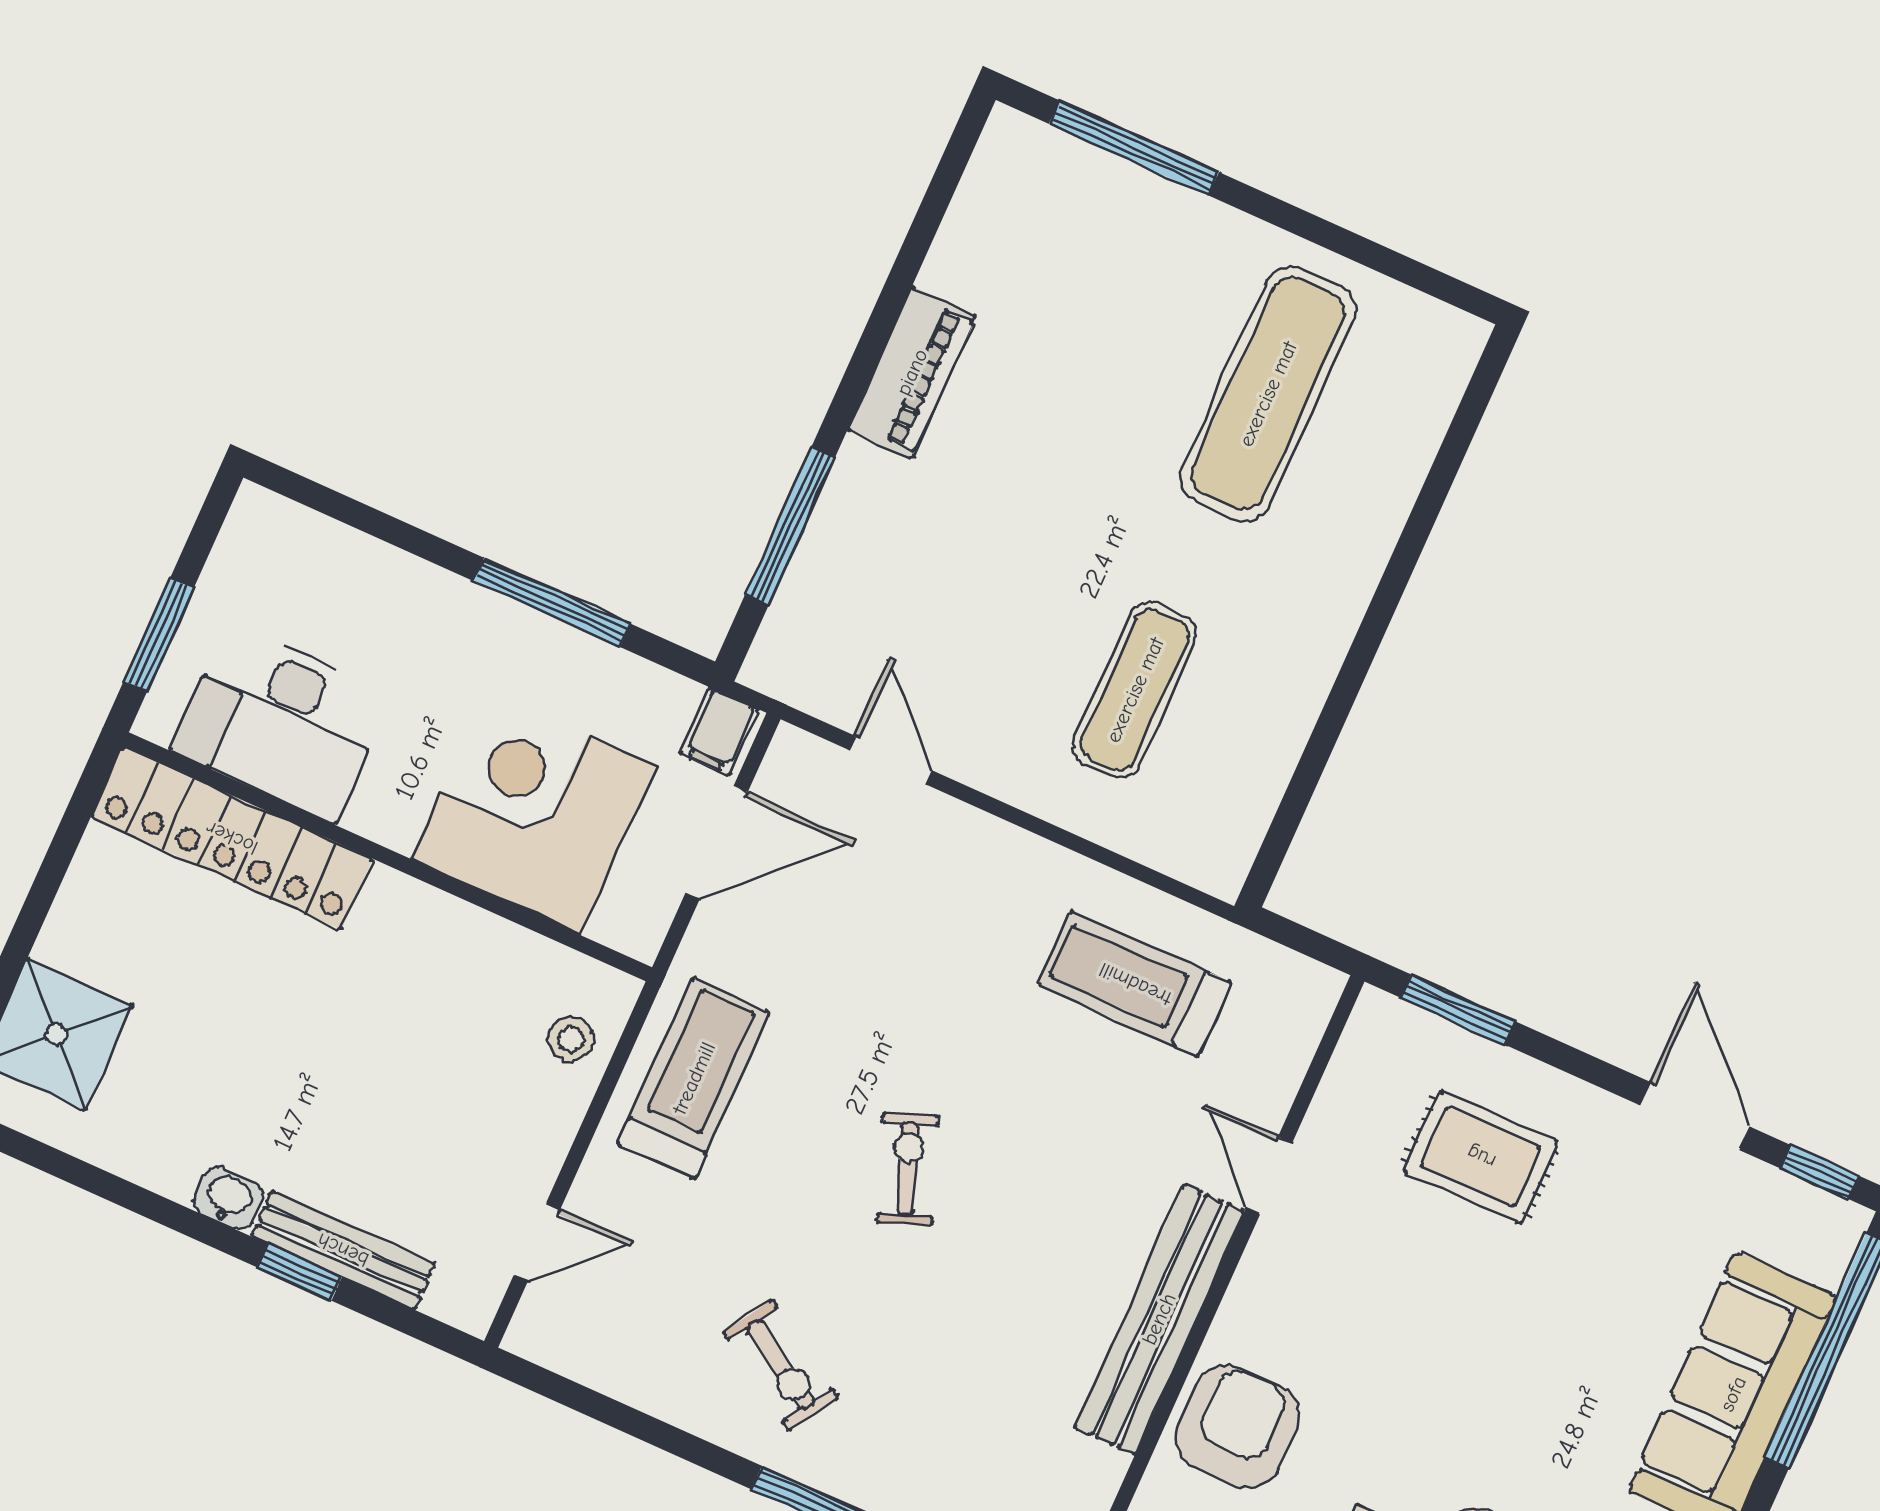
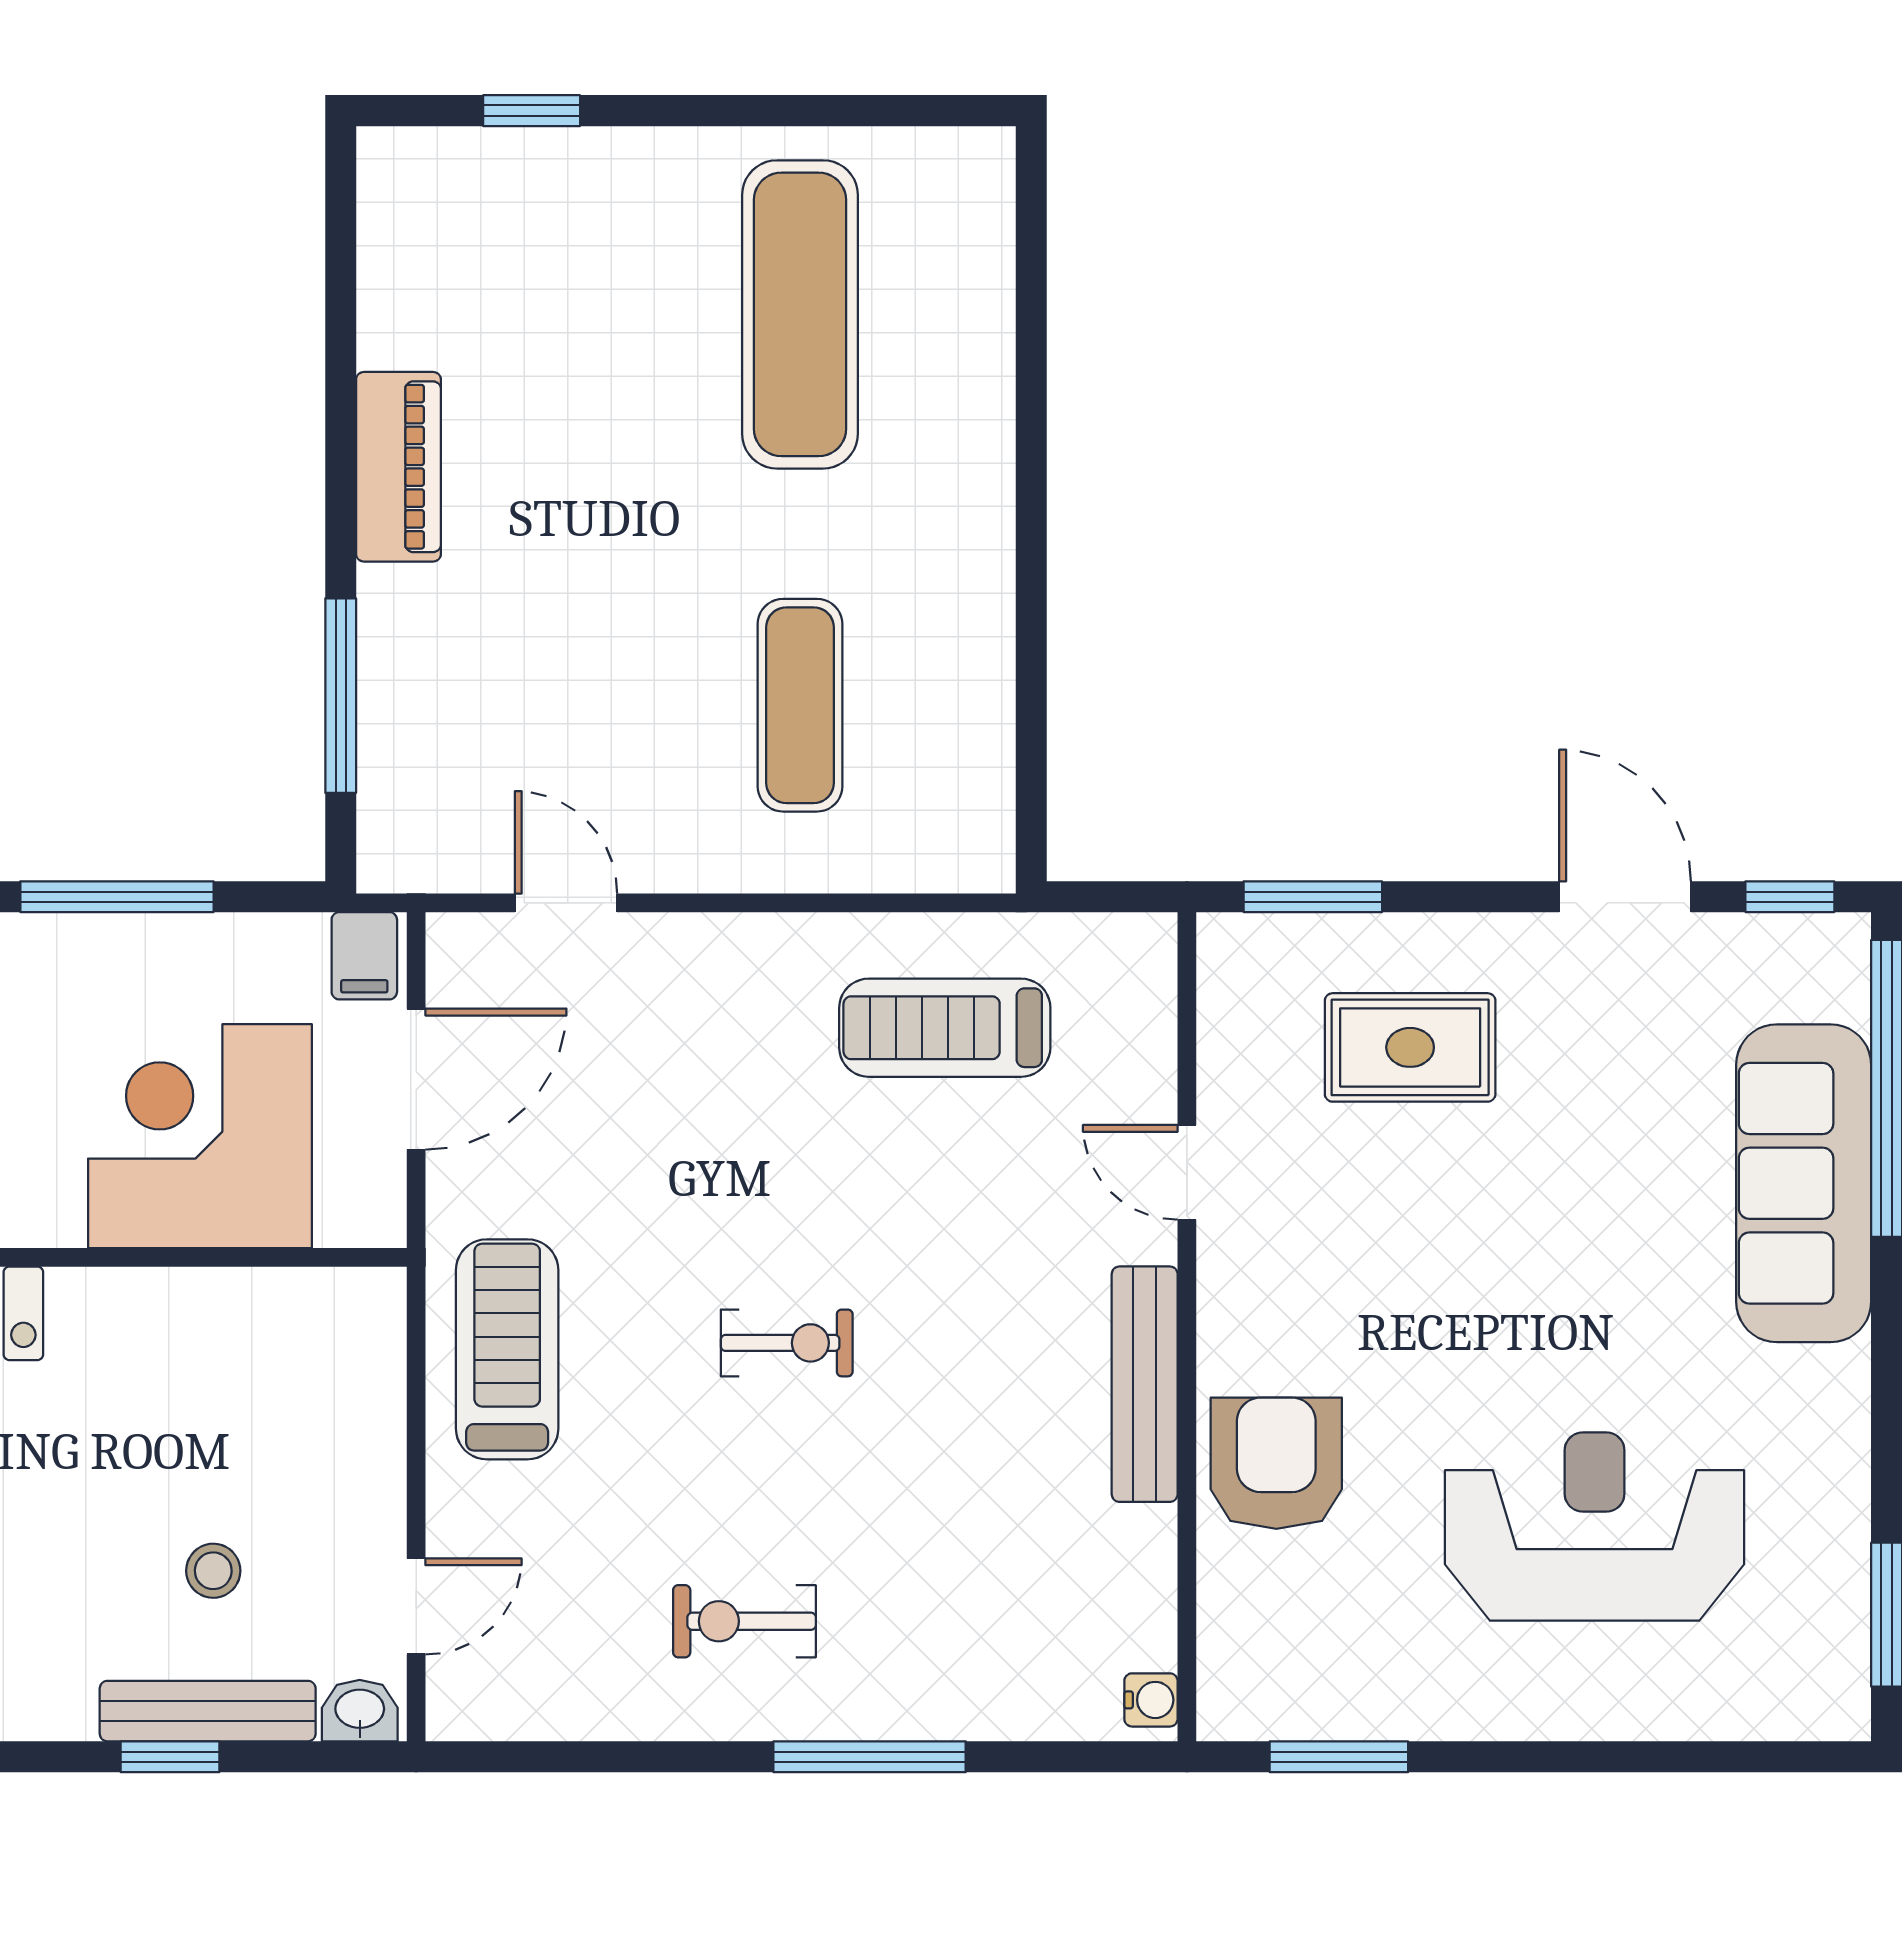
window: (1134, 148) -> (532, 111), width x0.46
stool: (571, 1039) -> (213, 1571), moved
exercise bike: (908, 1169) -> (787, 1343), turned 111
washbasin: (228, 1198) -> (360, 1711), moved
bench: (1159, 1319) -> (1145, 1384), width x0.73, depth x0.82
exercise bike: (781, 1365) -> (744, 1621), turned 148

